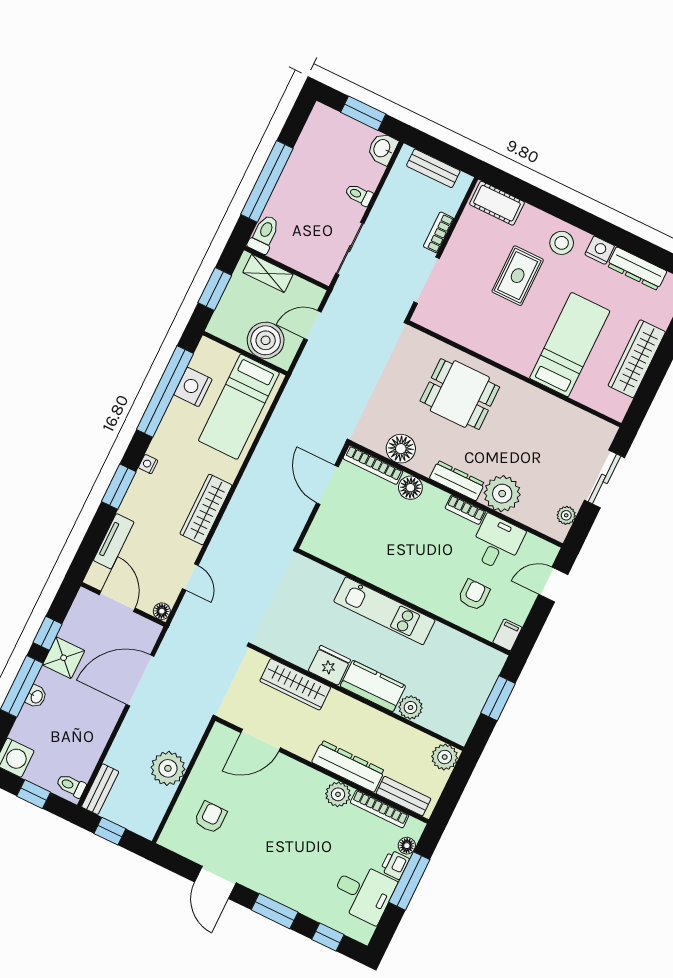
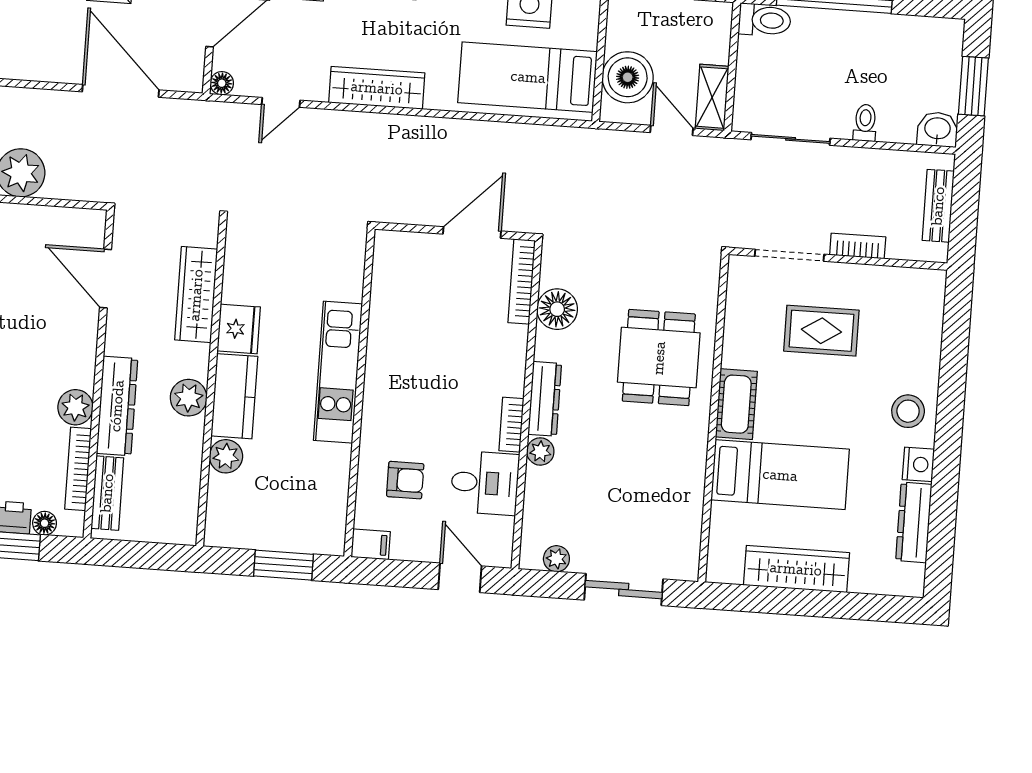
cot: (497, 203) -> (736, 404), moved
shelving: (268, 273) -> (712, 98), moved
rug: (518, 276) -> (821, 331), moved
floor lamp: (410, 488) -> (511, 342), removed
plant: (502, 494) -> (540, 451), width x0.53, depth x0.53
plant: (445, 757) -> (189, 398), moved

